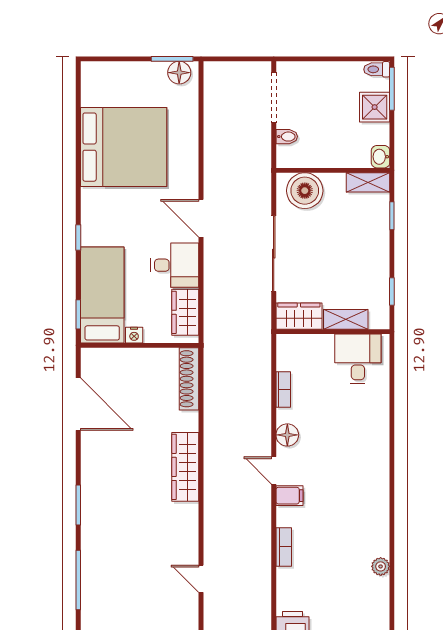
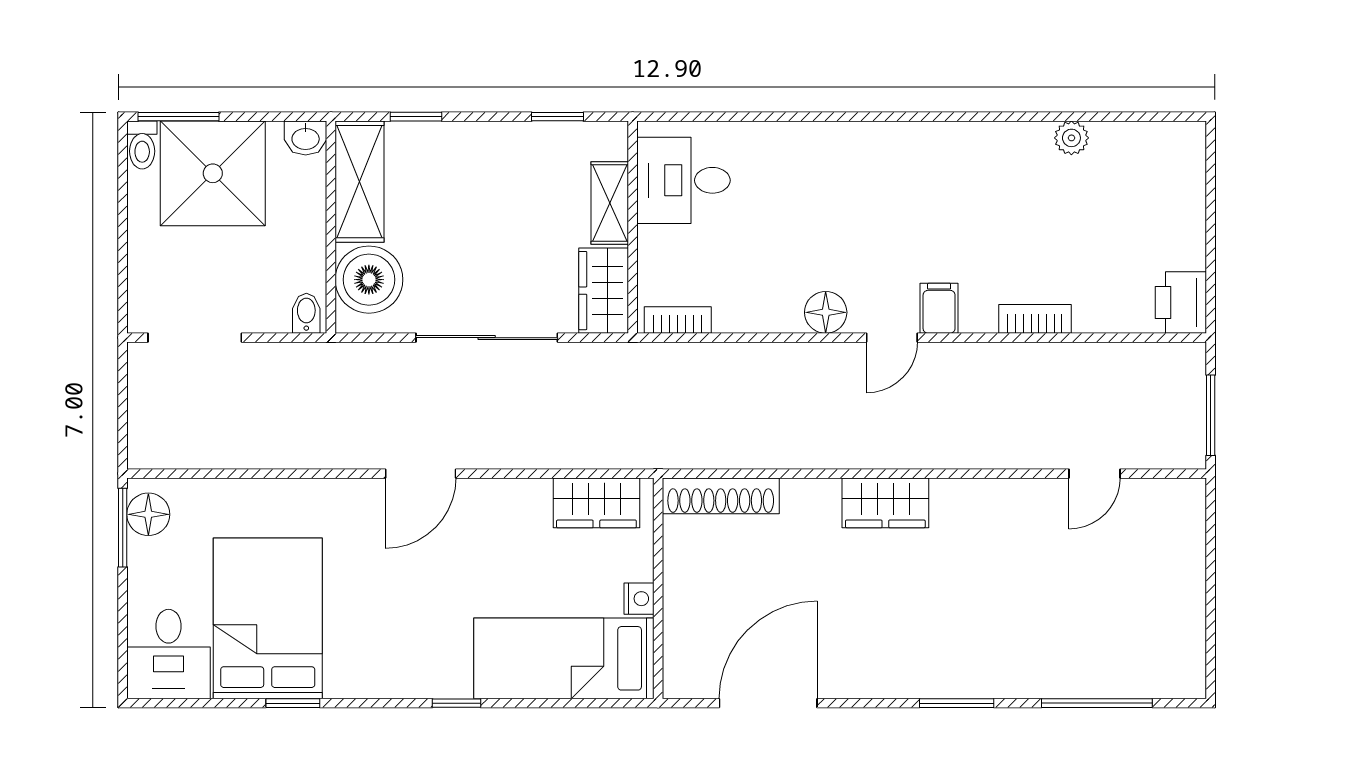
shower: (375, 107) -> (213, 173), width x1.86, depth x1.86
bidet: (287, 137) -> (306, 313), moved
bed: (124, 147) -> (268, 618), width x0.73
shelving: (368, 182) -> (359, 182), width x1.50, depth x1.33
desk: (175, 265) -> (168, 654), moved, turned 180
window: (78, 314) -> (293, 703), moved
bookcase: (283, 390) -> (678, 320), moved
wardrobe: (185, 467) -> (885, 503), width x0.67

